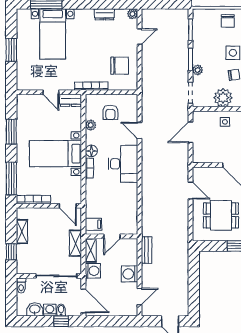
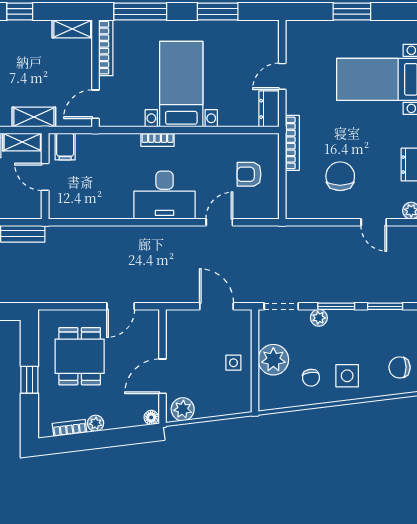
chair: (120, 66) -> (340, 176), moved, turned 180
plant: (91, 125) -> (228, 142), removed
floor lamp: (91, 151) -> (186, 143), removed
shelving: (22, 232) -> (72, 29), moved

